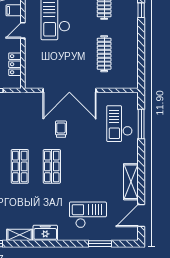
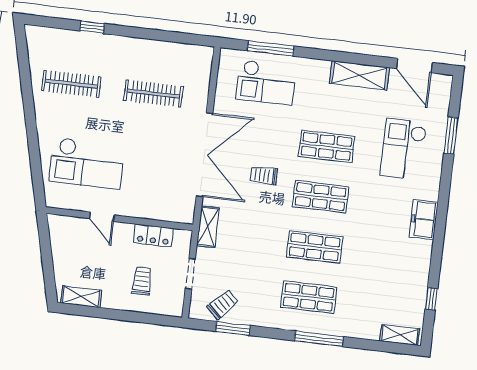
filing cabinet: (14, 10) -> (68, 228), removed
shop shelf: (84, 166) -> (327, 146), added
shelving: (20, 235) -> (208, 227), moved

